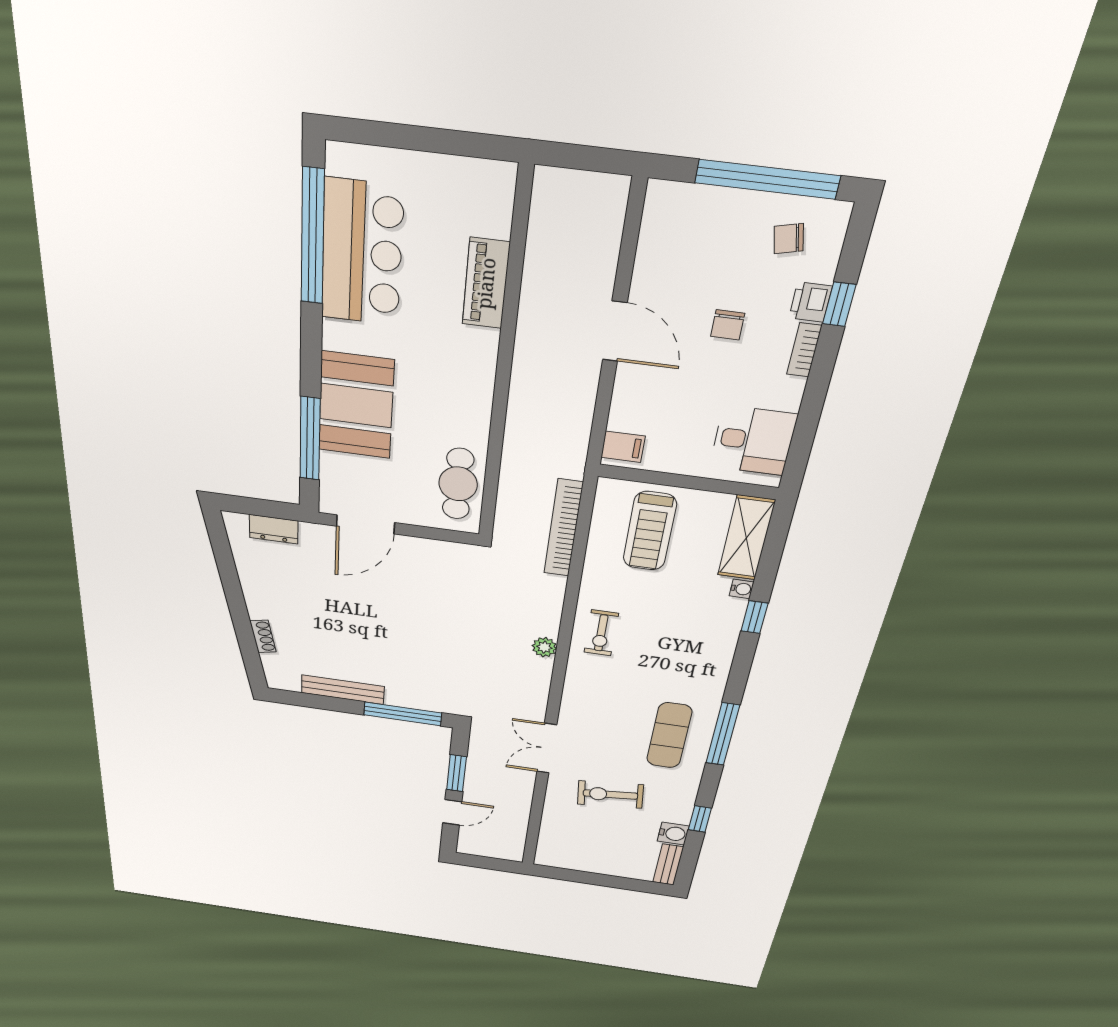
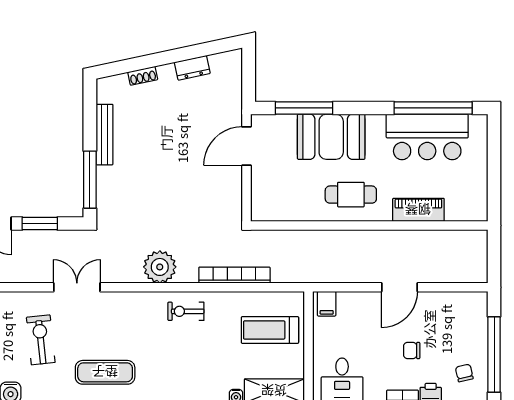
cafe table: (458, 484) -> (351, 195), moved
door: (366, 524) -> (247, 146), hinge flipped
bookcase: (563, 528) -> (234, 275), moved
dresser: (274, 529) -> (192, 68), moved, turned -102
plant: (544, 647) -> (160, 267), width x1.87, depth x1.87

